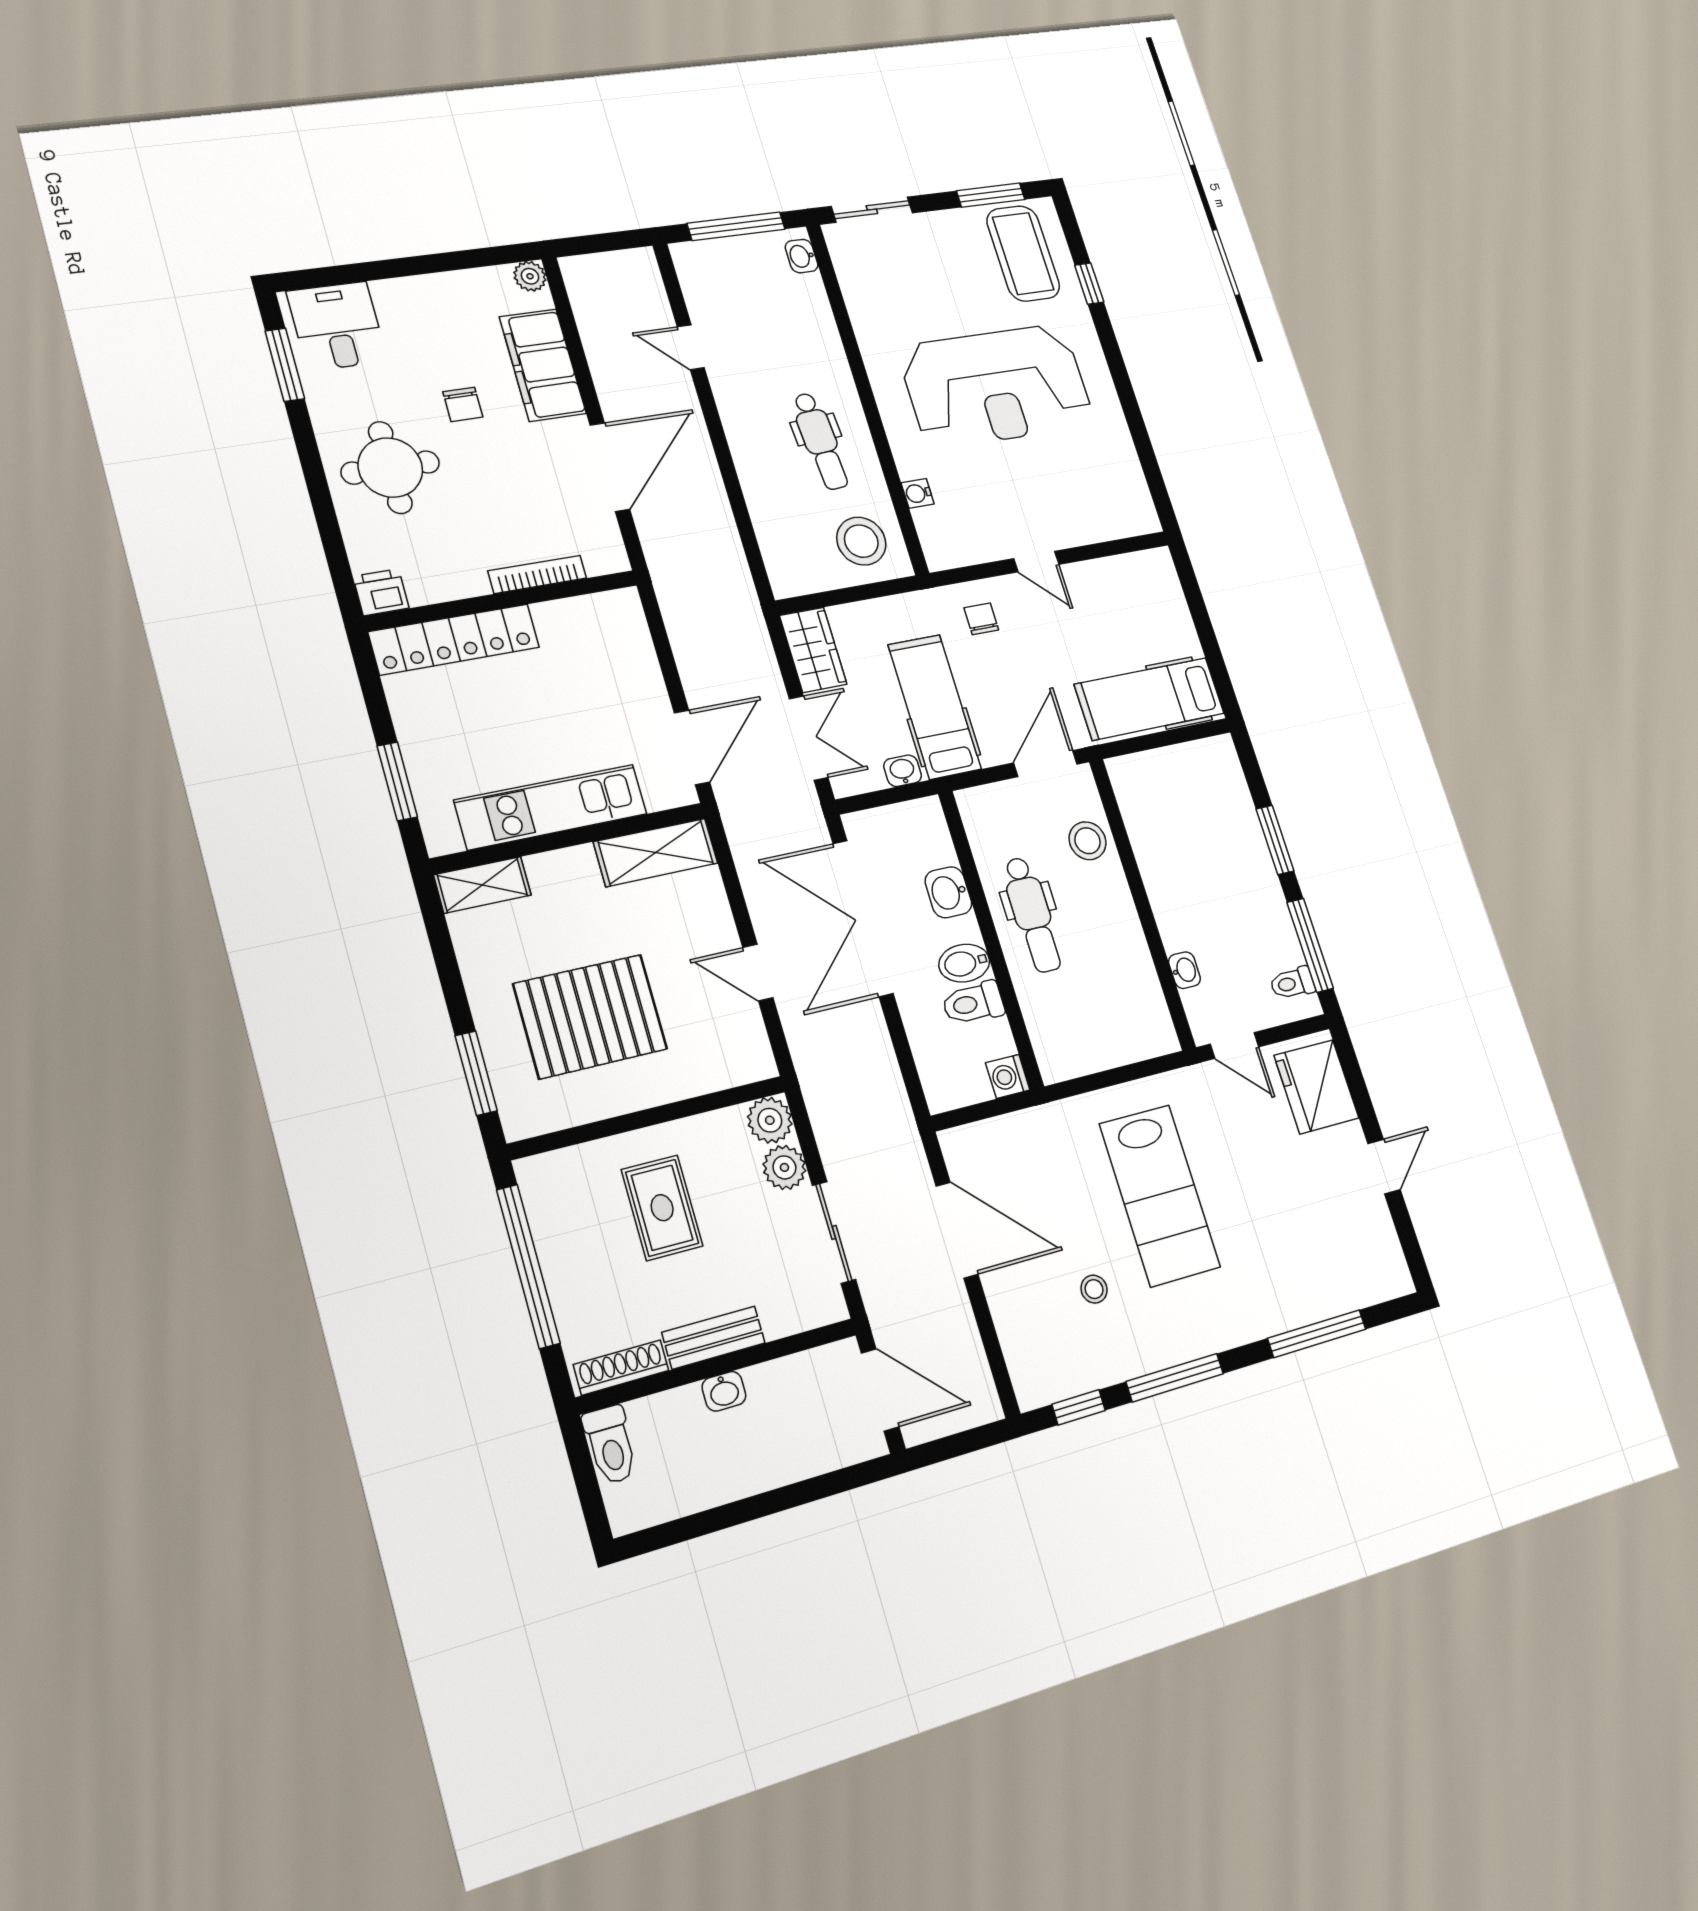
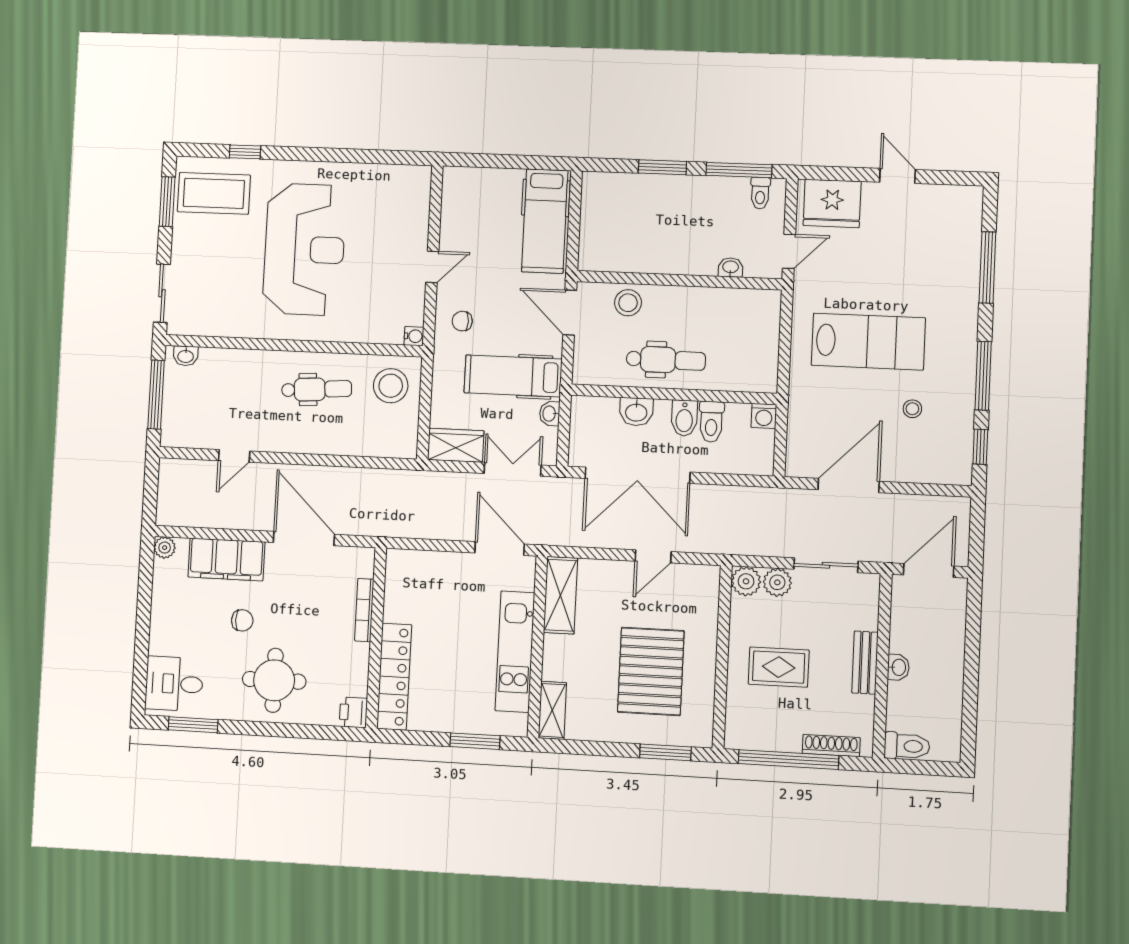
water cooler: (918, 493) -> (414, 336), moved, turned -90
shoe rack: (621, 1368) -> (831, 746), moved, turned 90

